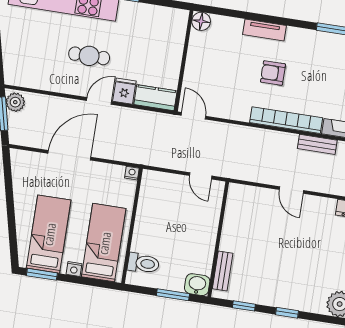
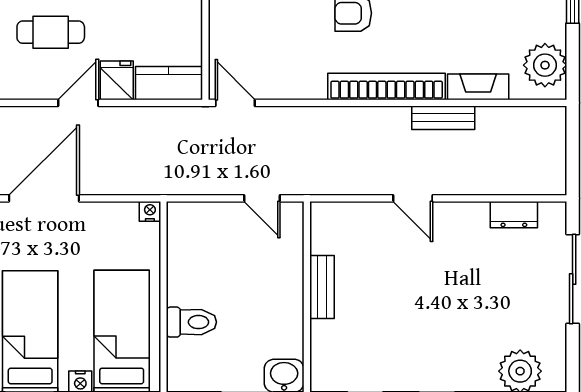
toilet: (143, 263) -> (191, 322), moved
bench: (223, 271) -> (322, 287), moved

